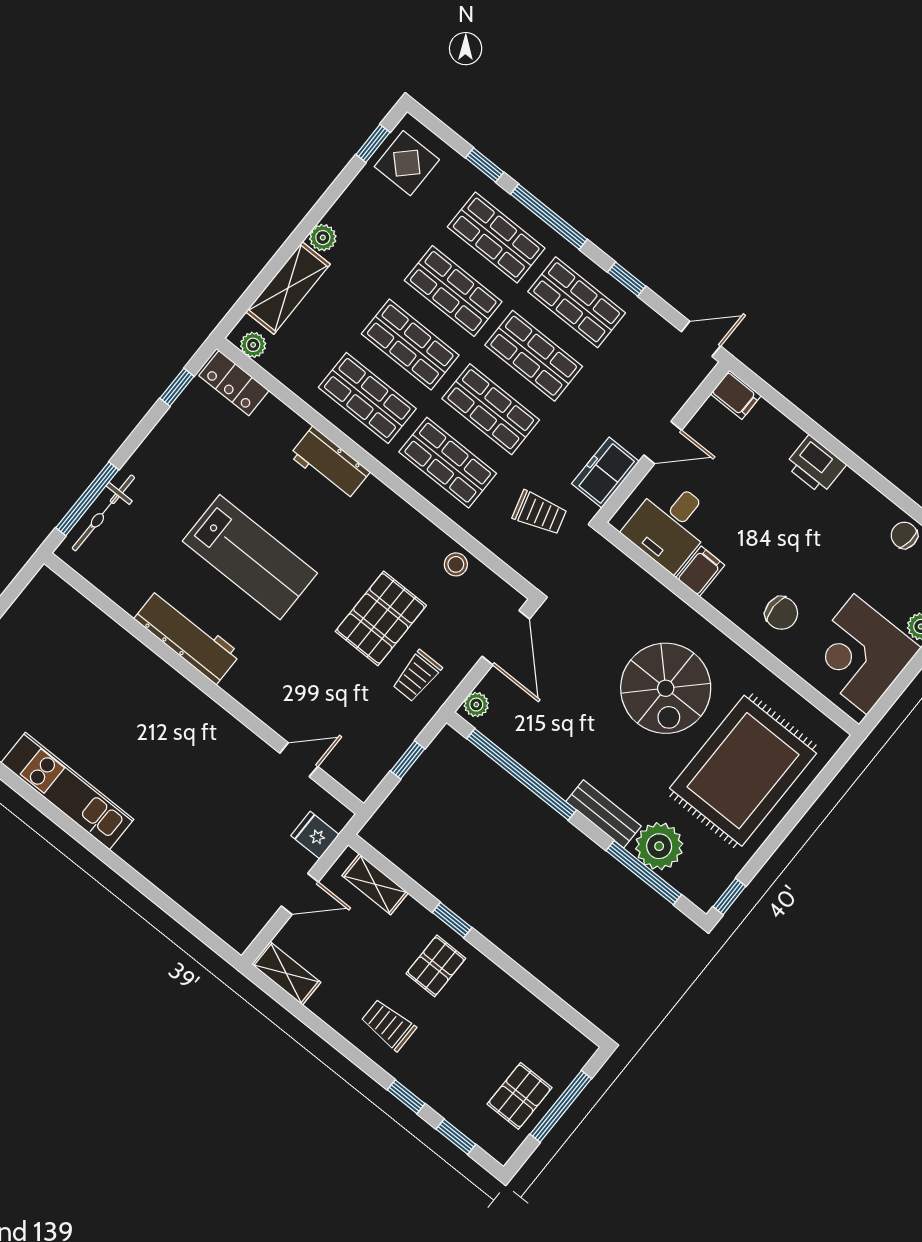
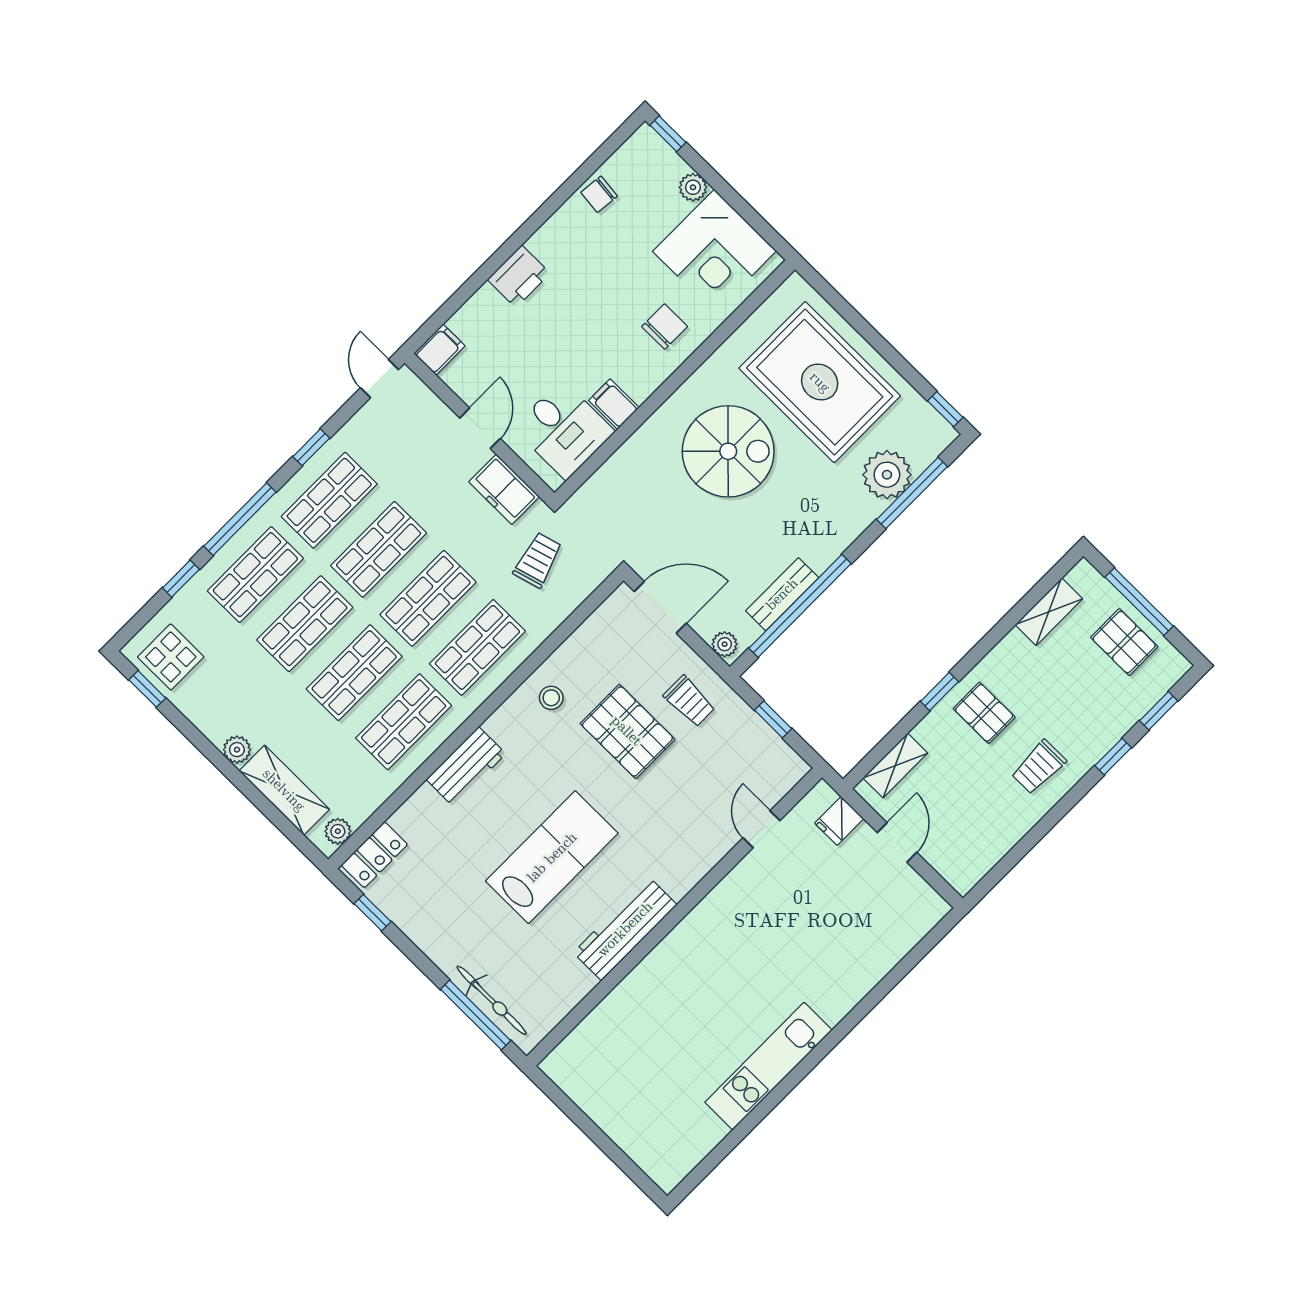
stool: (456, 564) -> (551, 698), moved
bench: (604, 814) -> (782, 594), moved
shelving: (286, 973) -> (1049, 612), moved

